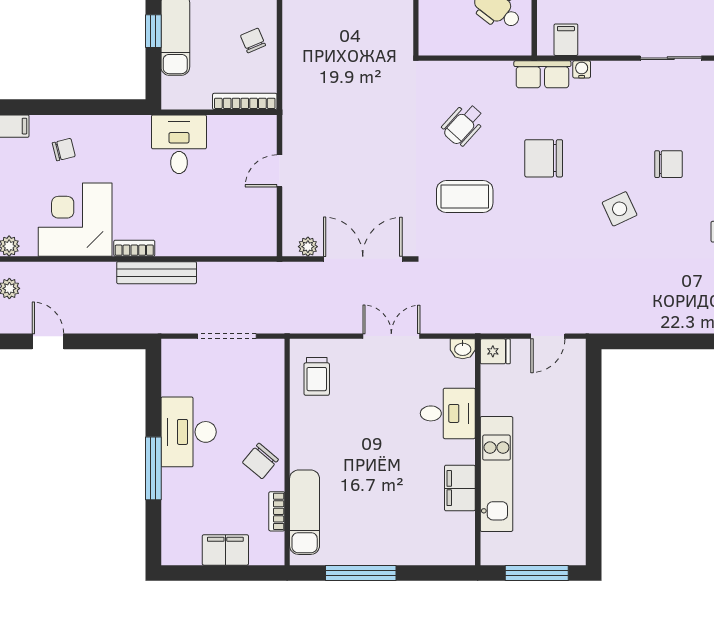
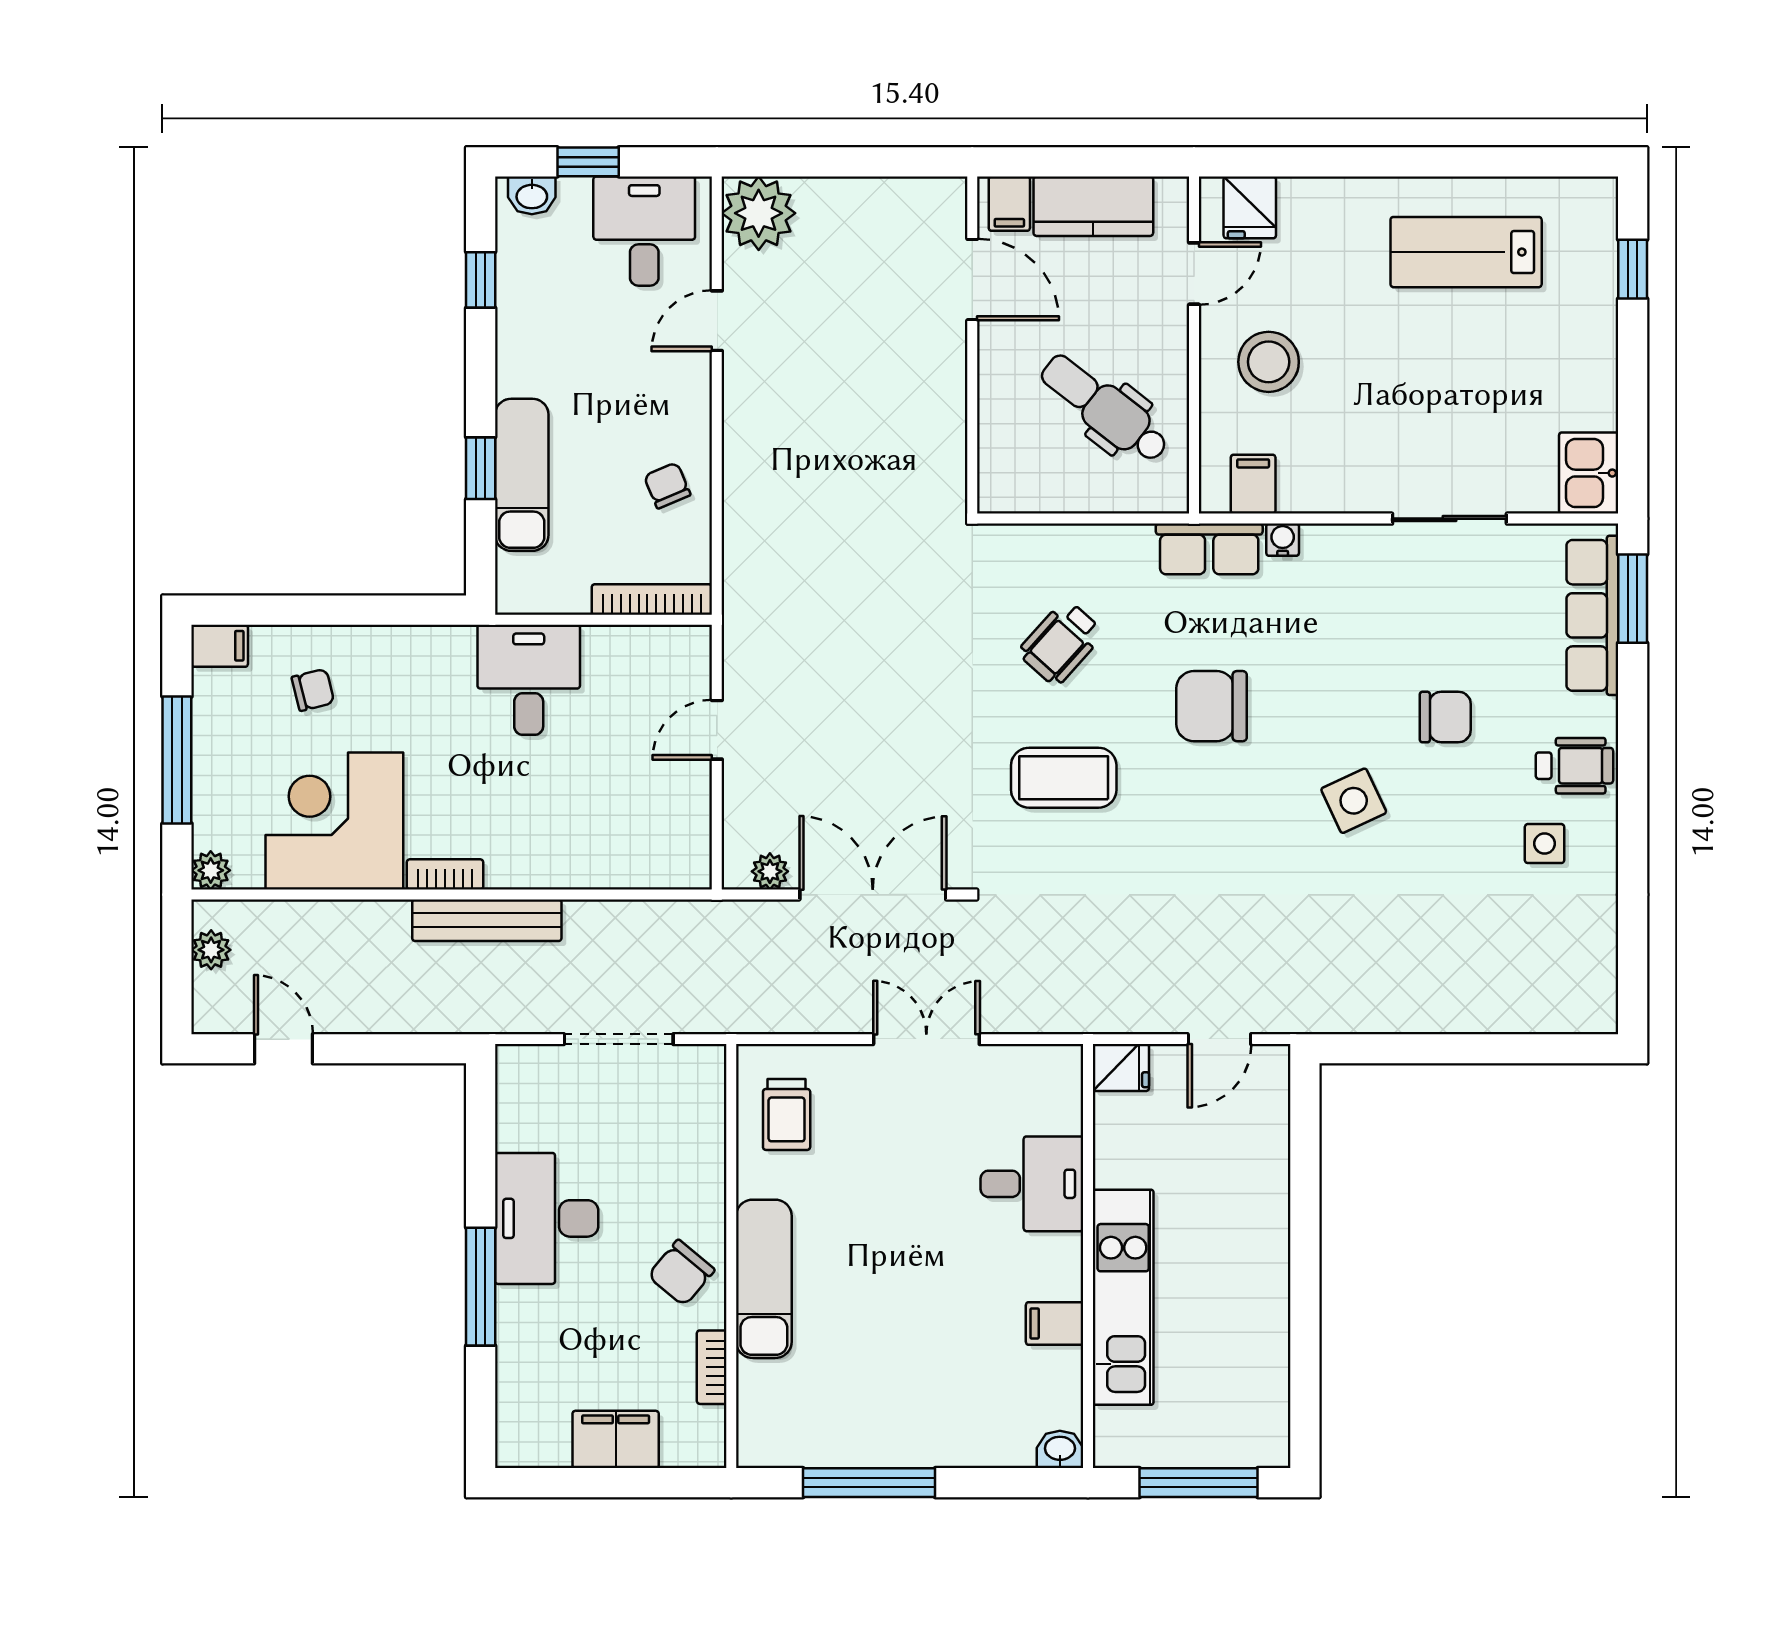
washbasin: (463, 349) -> (1060, 1449), moved, turned 180
filing cabinet: (460, 488) -> (1055, 1323), width x0.50
exam couch: (305, 512) -> (764, 1279), moved

